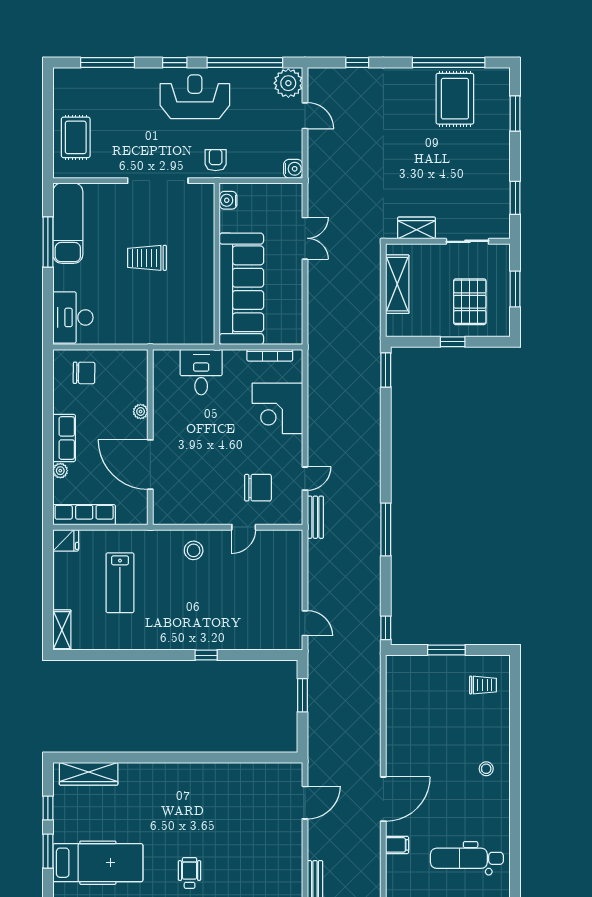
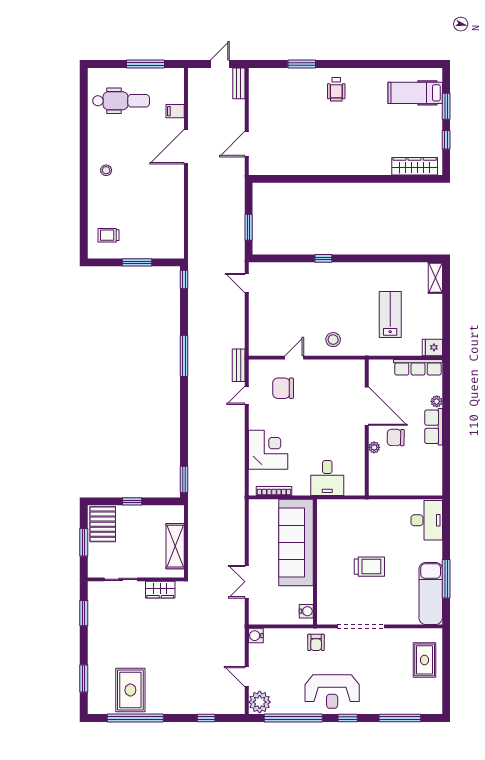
pallet: (470, 302) -> (103, 524), moved
chair: (84, 373) -> (396, 437), moved
hospital bed: (98, 863) -> (415, 93), width x0.73, depth x0.78

